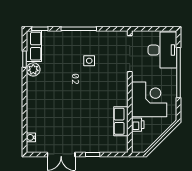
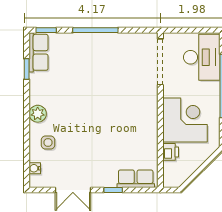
side table: (89, 61) -> (48, 143), moved
plant: (33, 69) -> (38, 114), moved
row of seats: (121, 121) -> (136, 179), moved, turned 90

